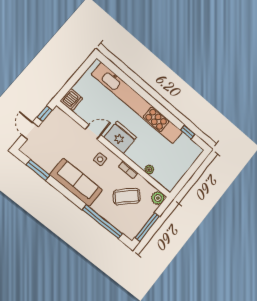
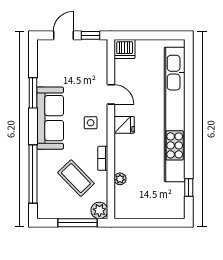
fridge: (120, 137) -> (124, 125), width x0.53, depth x0.75
window: (38, 170) -> (33, 93), moved
window: (147, 227) -> (77, 223), moved

